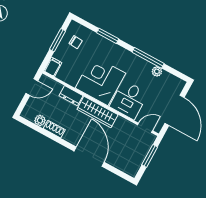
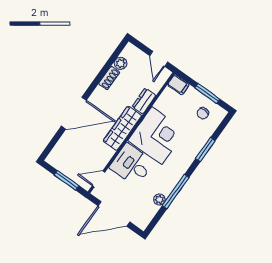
door: (145, 128) -> (98, 179), swing flipped

